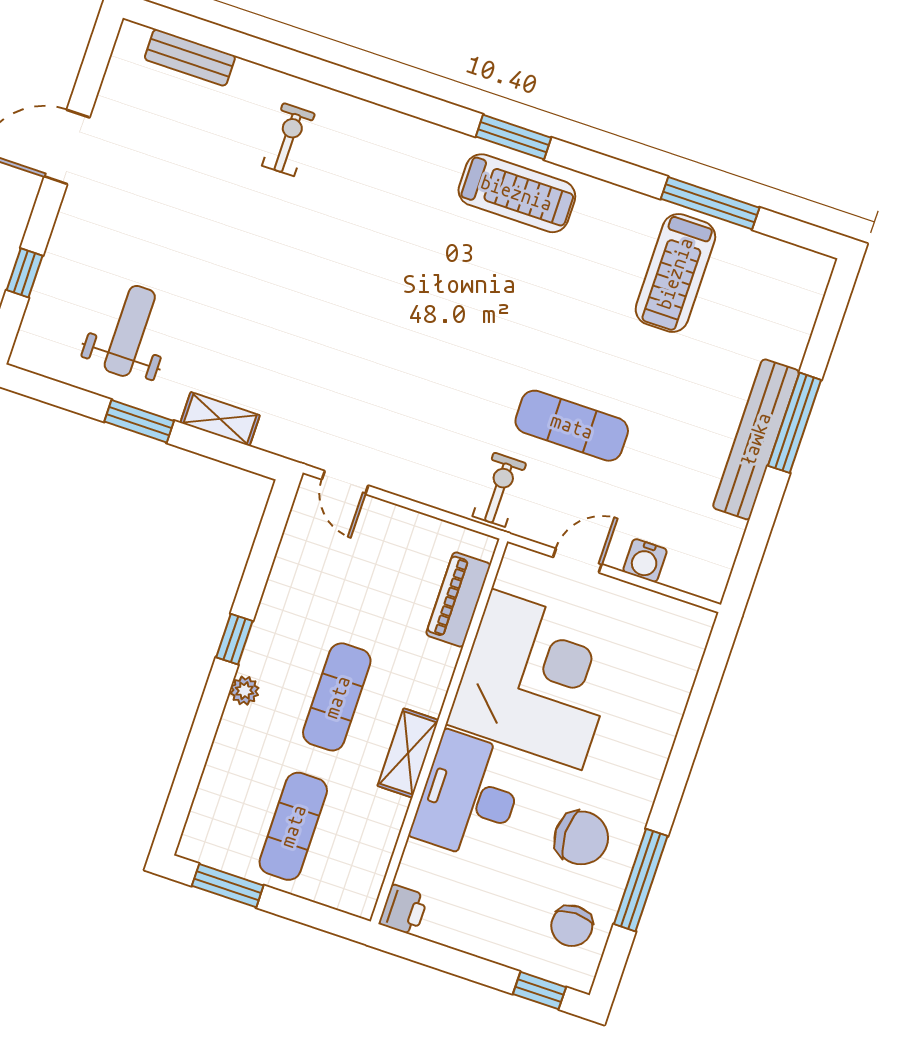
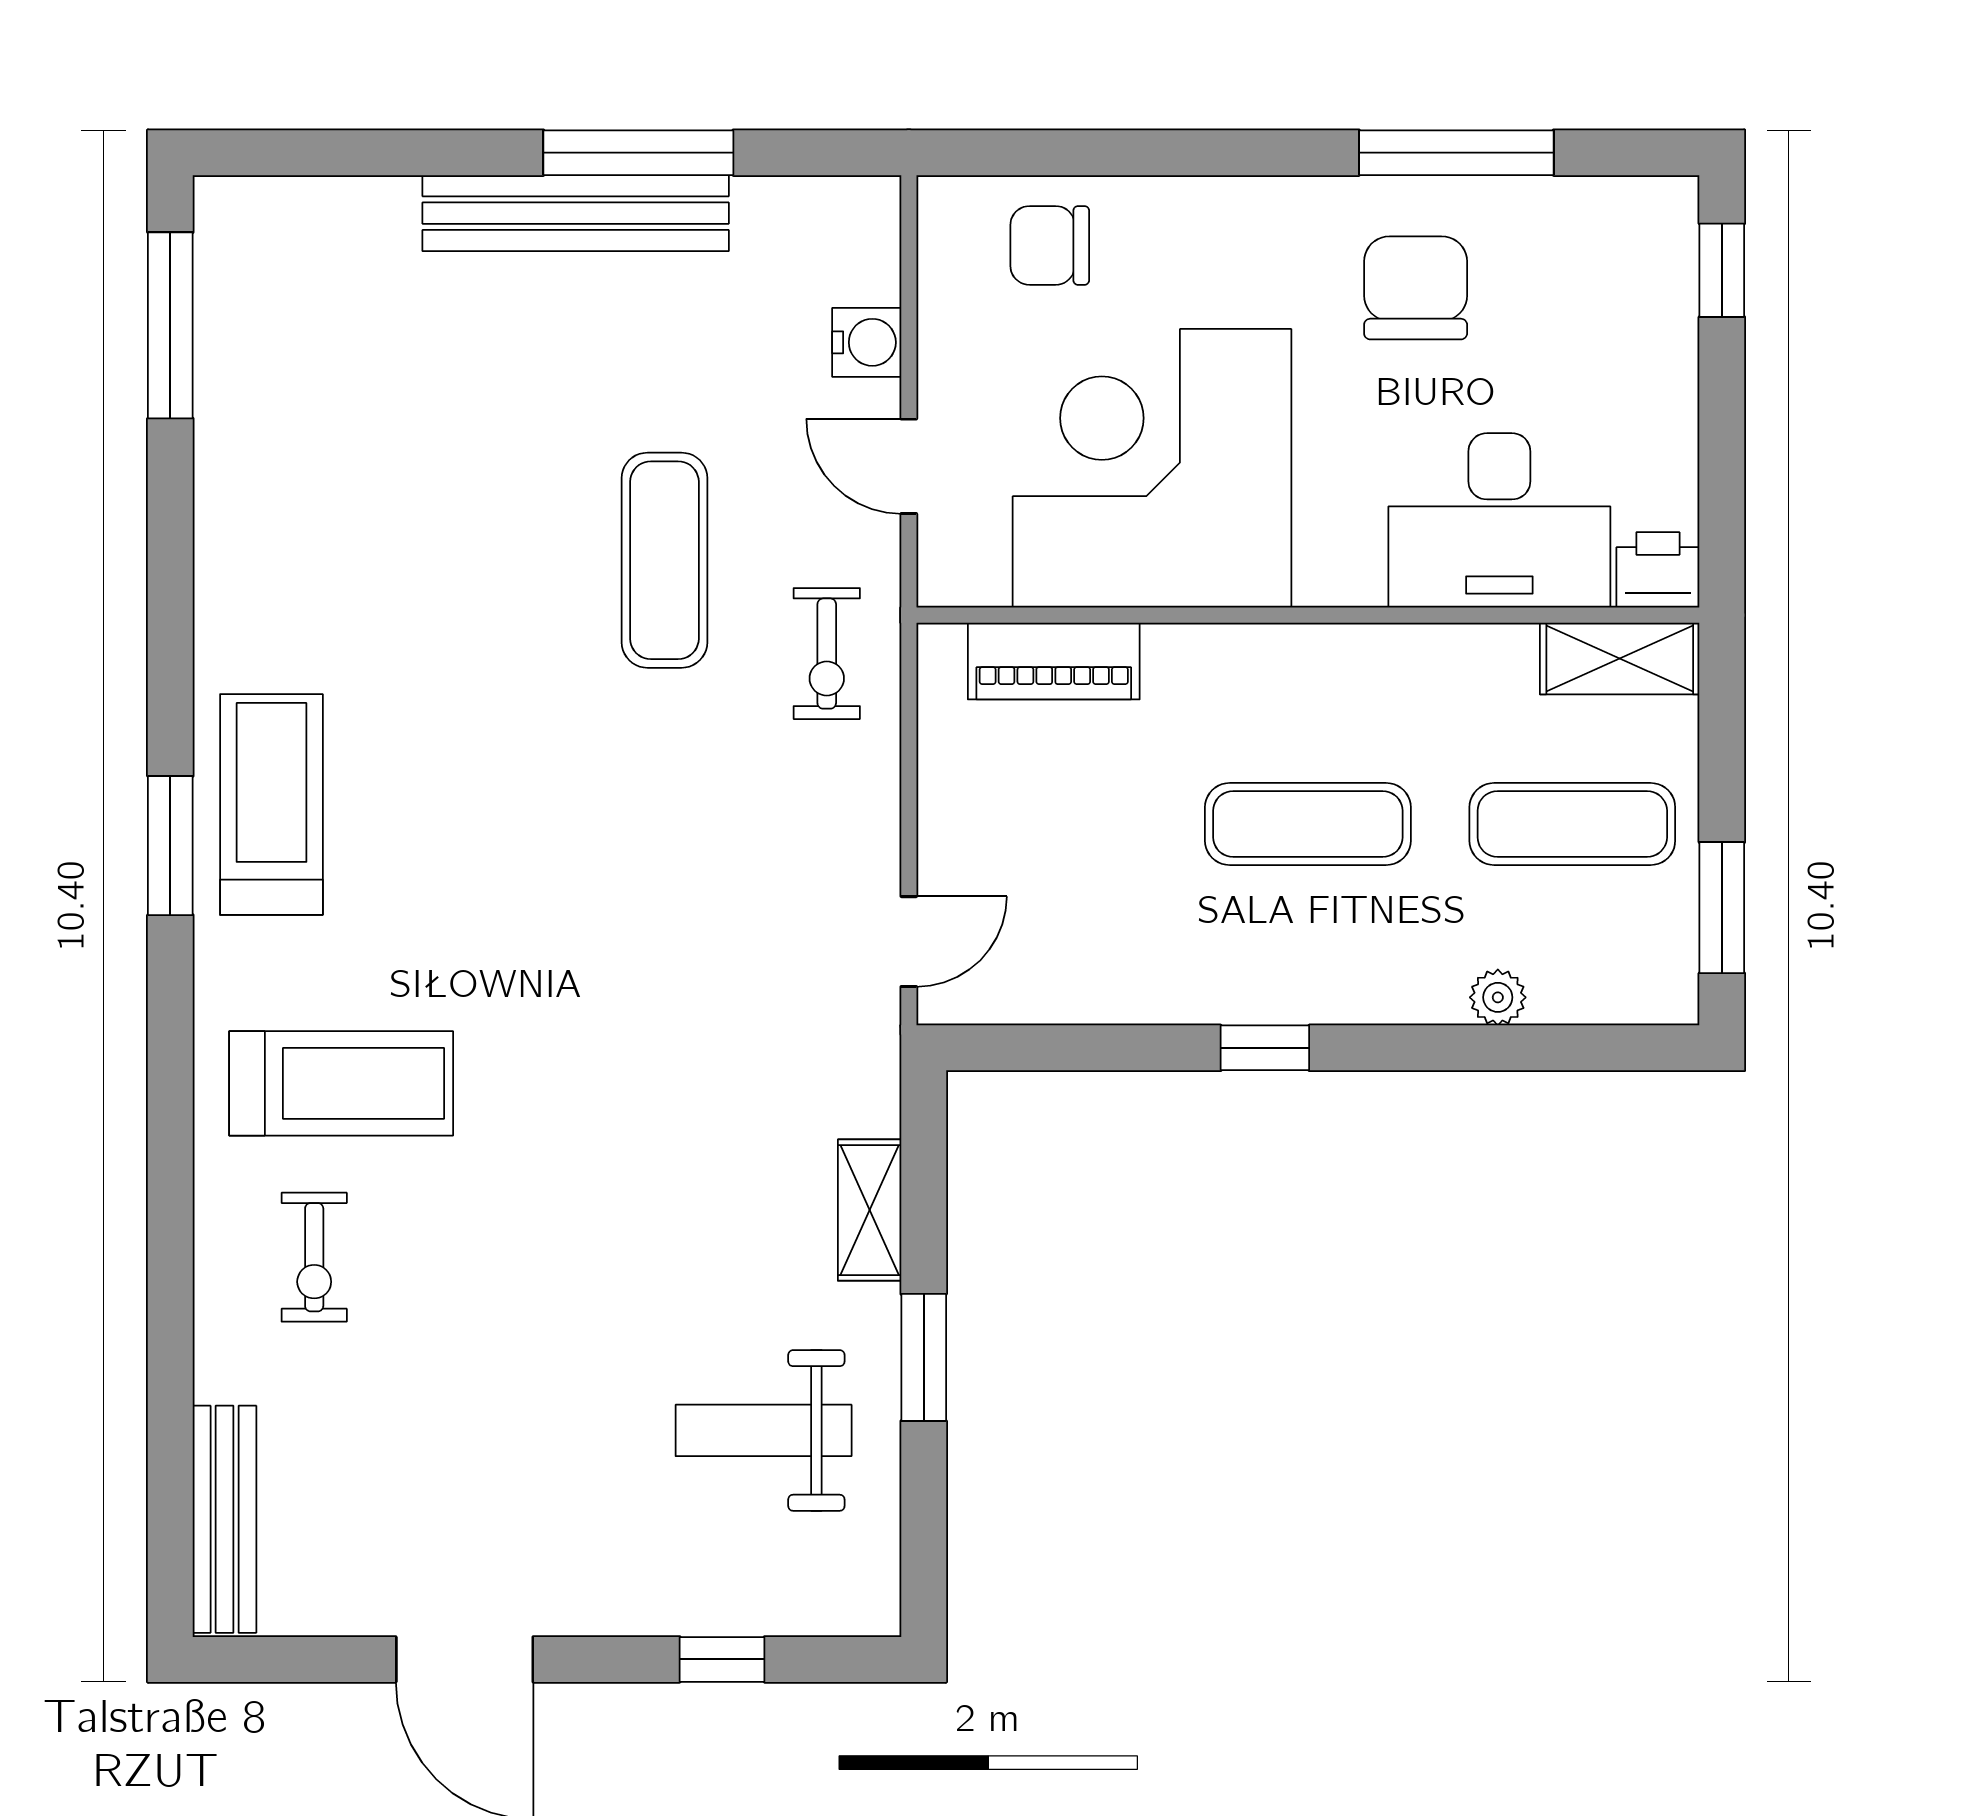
bench: (190, 58) -> (225, 1519), width x1.36
exercise bike: (288, 140) -> (314, 1257), turned -90
window: (710, 203) -> (170, 325), moved
treadmill: (675, 273) -> (341, 1083), moved
window: (795, 423) -> (638, 153), moved
exercise bike: (499, 490) -> (827, 654), turned -90
plant: (245, 691) -> (1498, 997), moved
shelving: (408, 753) -> (1620, 659), moved
desk: (469, 796) -> (1499, 520), moved
chair: (572, 926) -> (1050, 245), moved, turned 180

